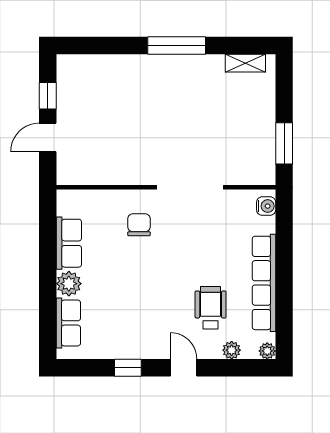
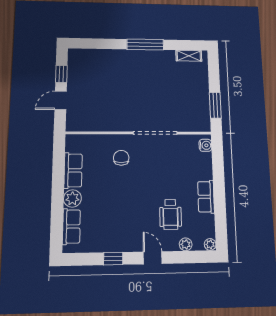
row of seats: (264, 283) -> (206, 197), width x0.50
wheelchair: (211, 308) -> (170, 214), turned 180

